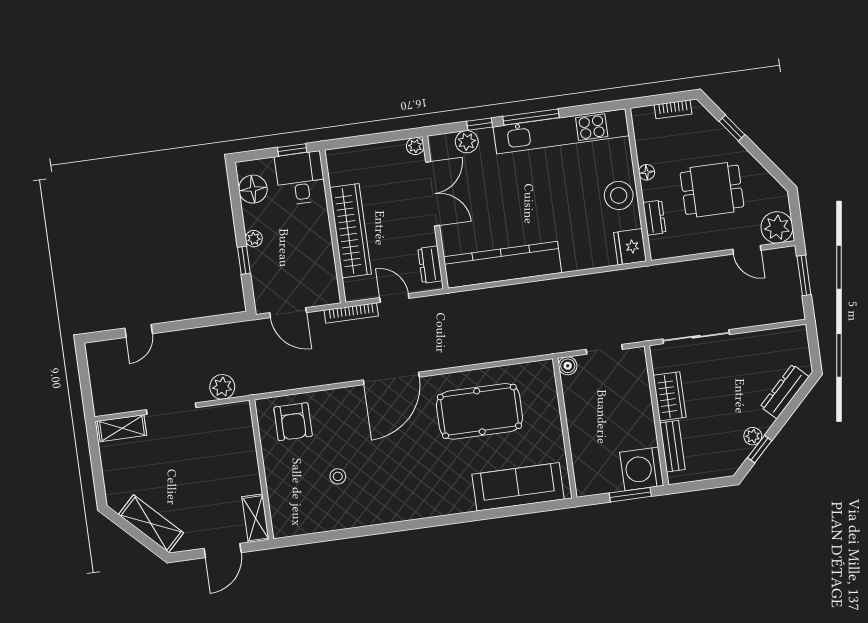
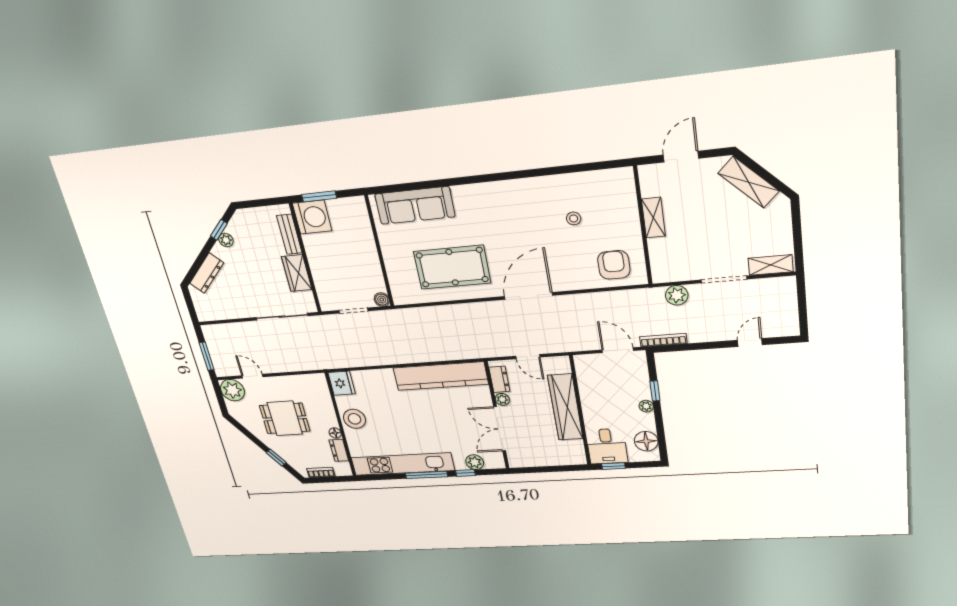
plant: (415, 146) -> (502, 399), moved
dresser: (654, 218) -> (339, 450), moved
bookcase: (351, 313) -> (663, 340), moved
shelving: (255, 518) -> (653, 218), moved

